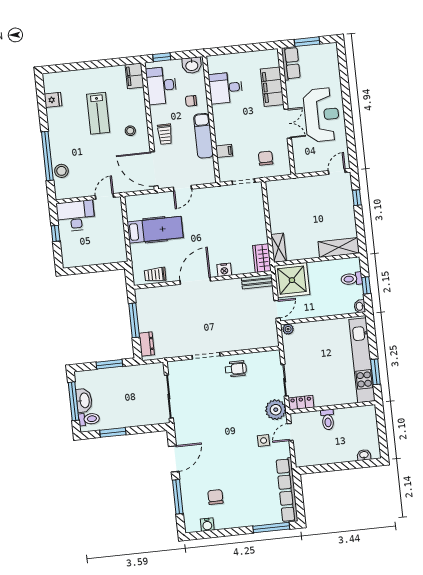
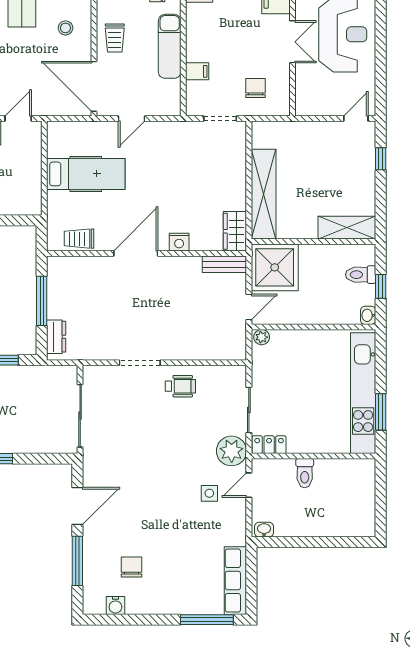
shelving: (279, 248) -> (264, 194), width x2.20, depth x1.33
washbasin: (364, 455) -> (264, 530), moved
row of seats: (287, 490) -> (235, 581), width x0.73

